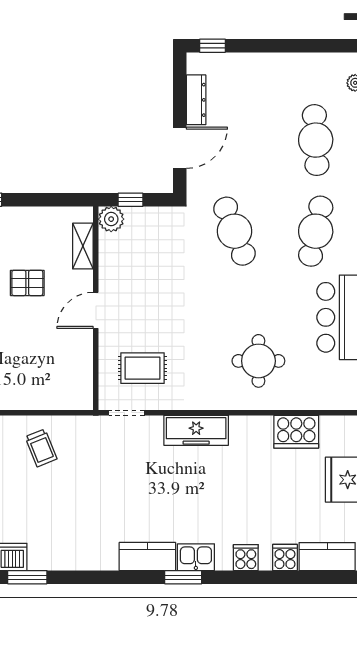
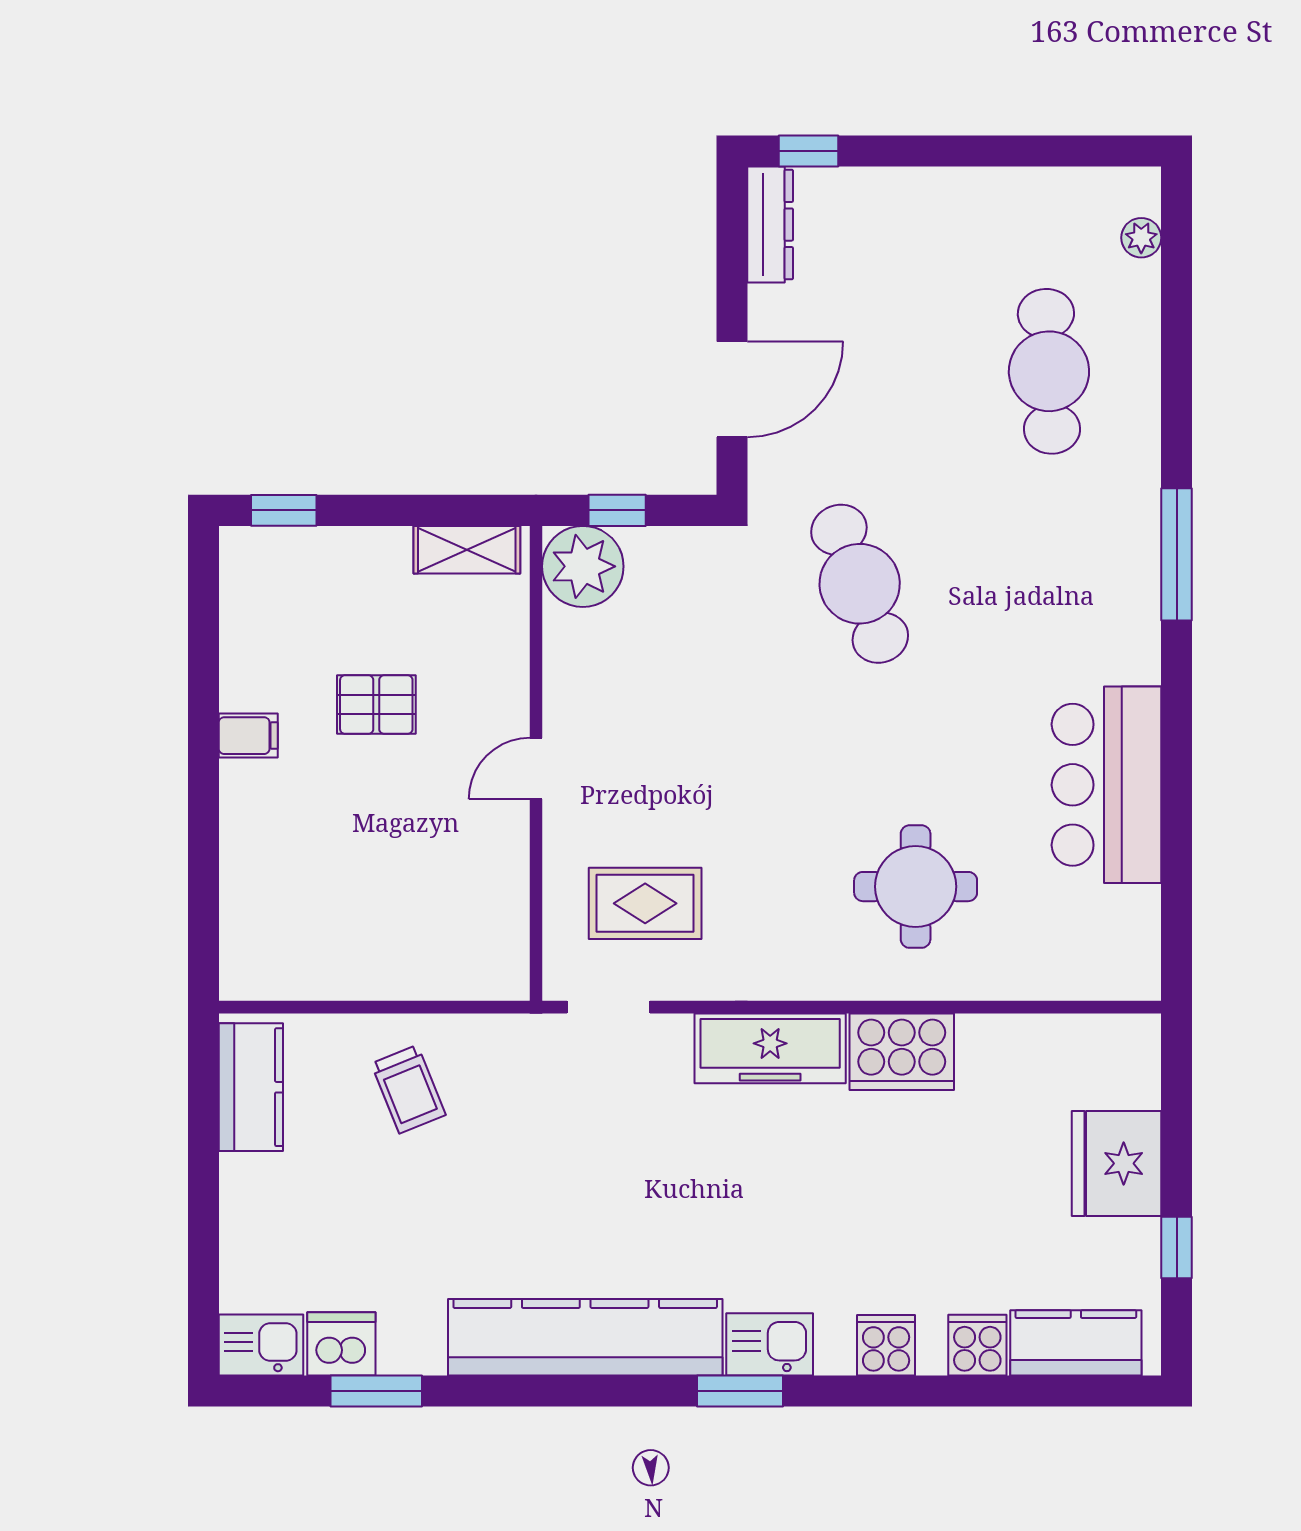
dresser: (196, 100) -> (770, 225), moved
plant: (111, 219) -> (583, 566), width x1.36, depth x1.36
cafe table: (316, 231) -> (1049, 584), removed
shelving: (83, 246) -> (467, 550), moved, turned 90
door: (96, 310) -> (536, 768), width x0.73
cooker: (296, 432) -> (902, 1052), moved
kitchen counter: (147, 557) -> (585, 1337), width x2.08, depth x1.17

